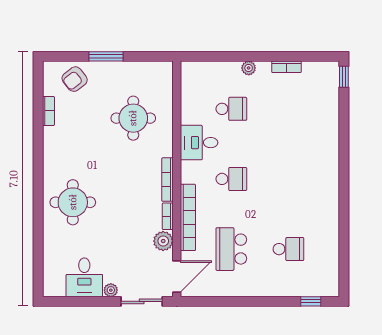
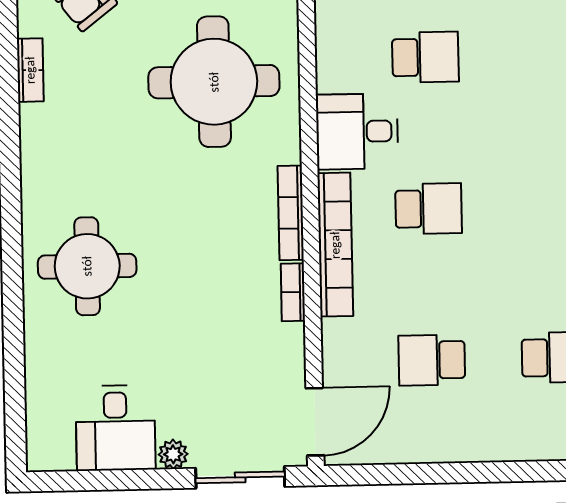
round table: (133, 118) -> (214, 82), width x1.36, depth x1.36
bookcase: (188, 217) -> (335, 245), moved
plant: (163, 241) -> (284, 346), removed
school desk: (231, 249) -> (432, 360), width x0.54

